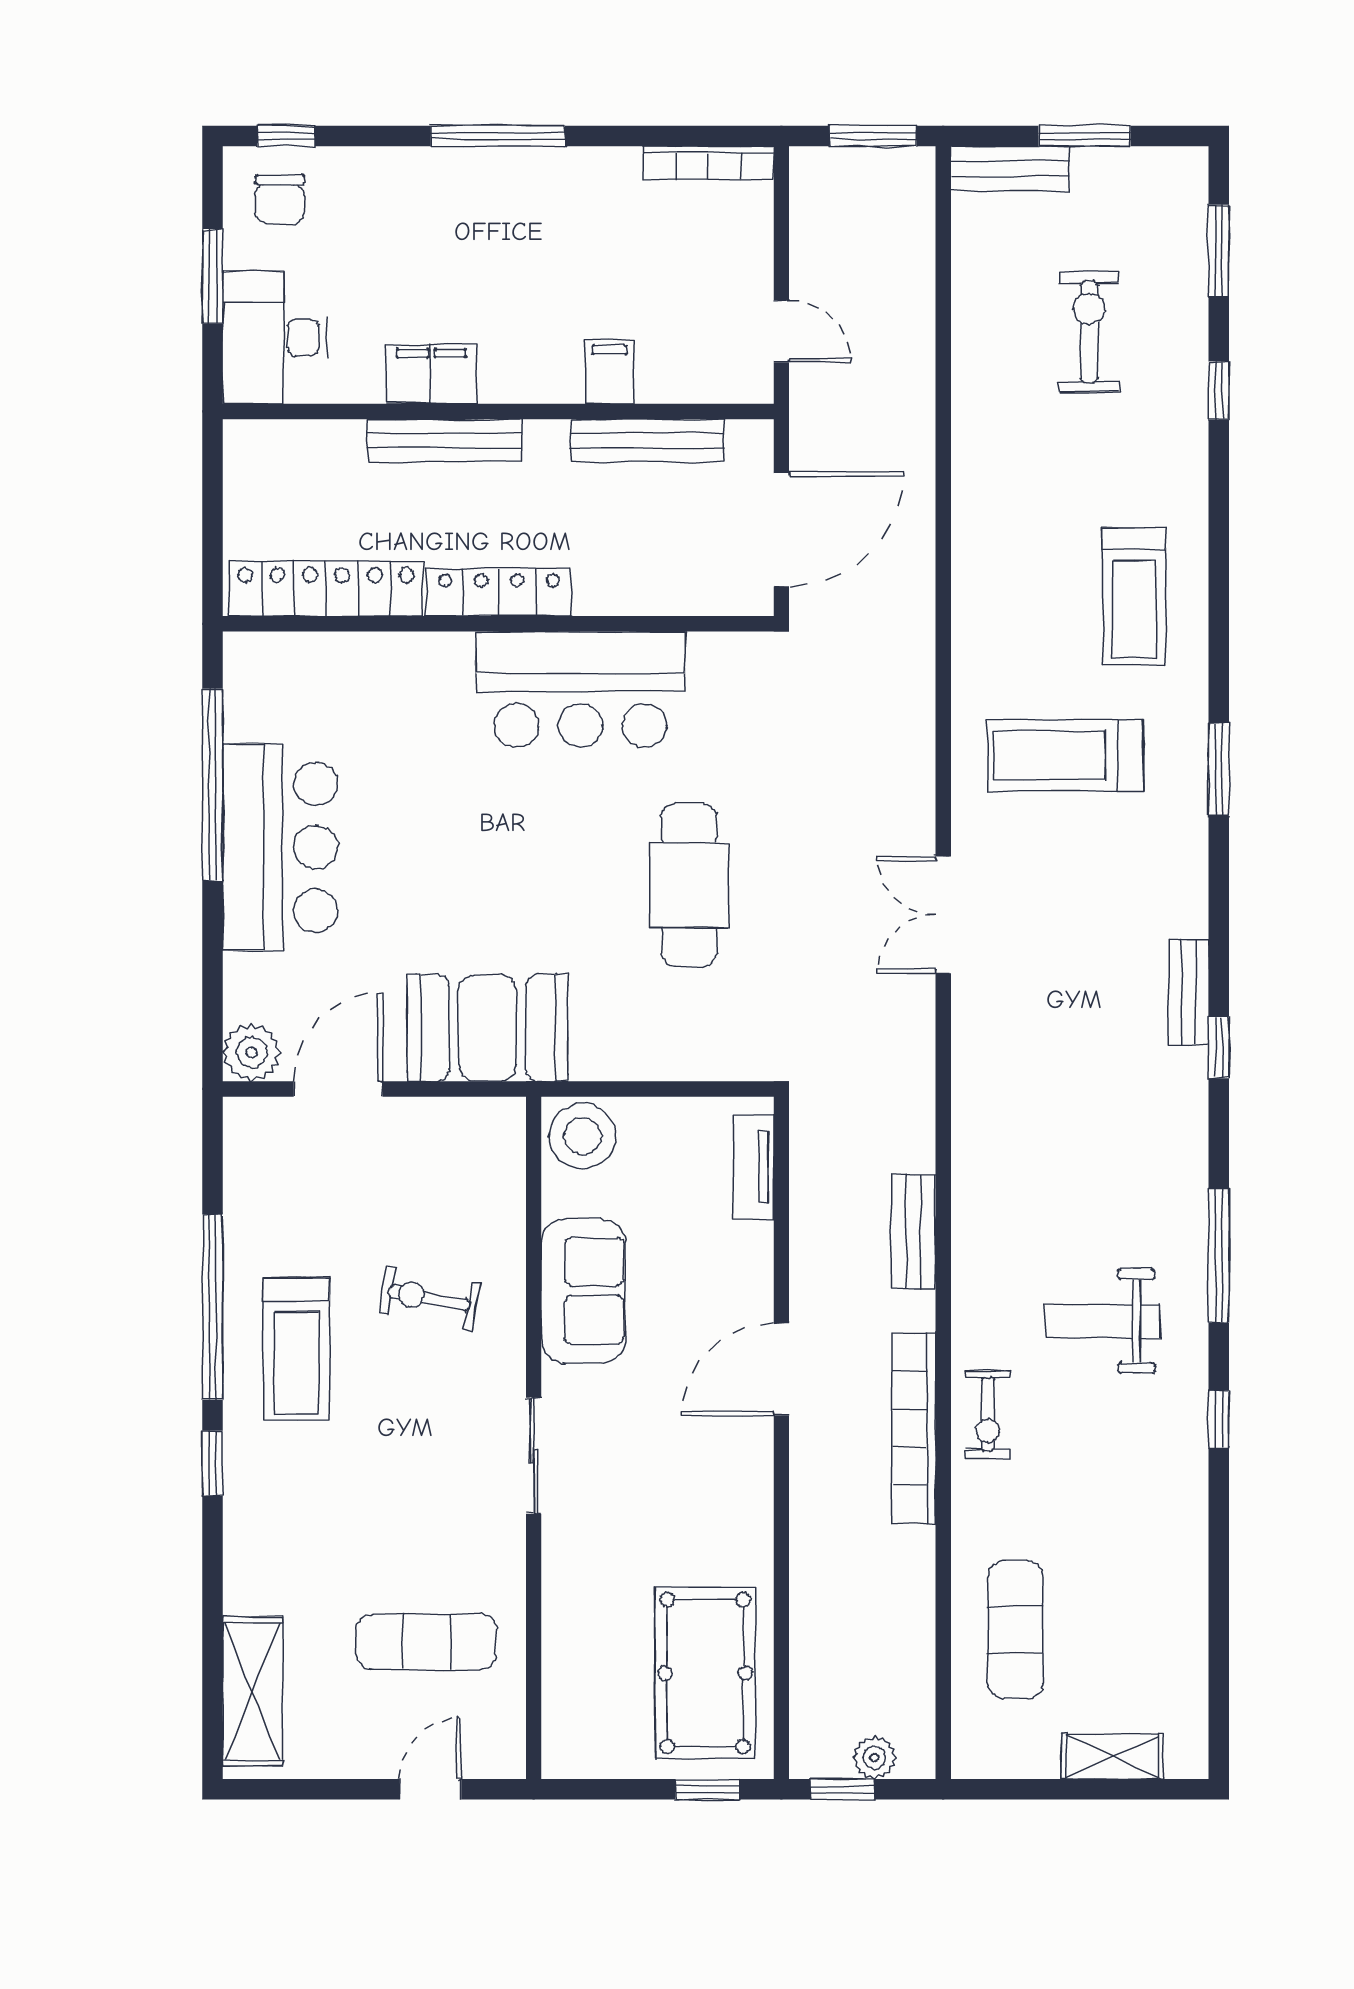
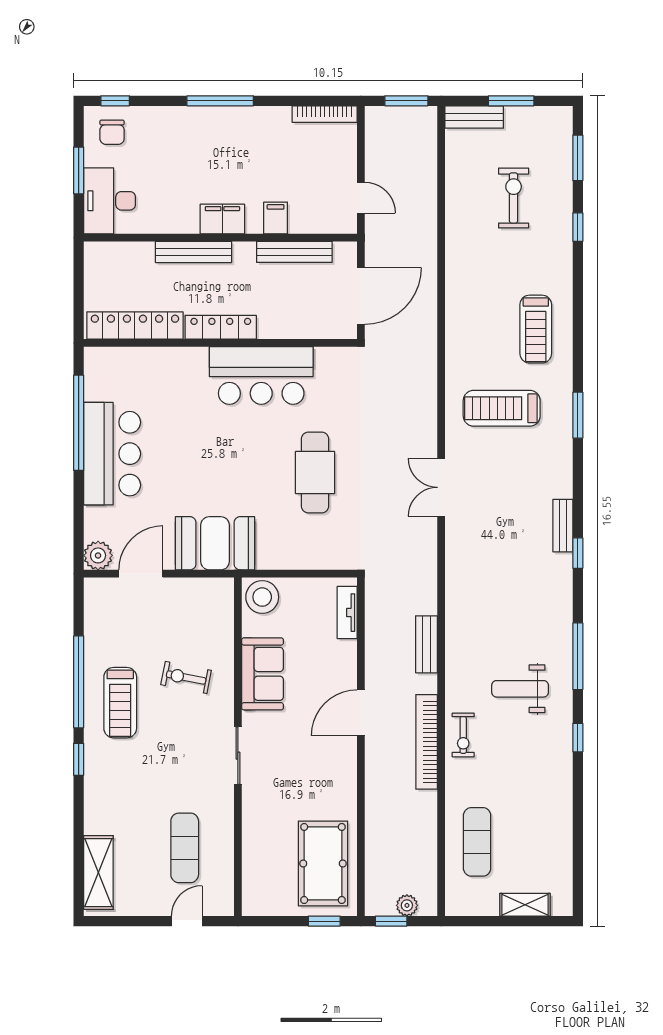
filing cabinet: (431, 374) -> (222, 219), moved
exercise mat: (426, 1642) -> (185, 848), turned 90

